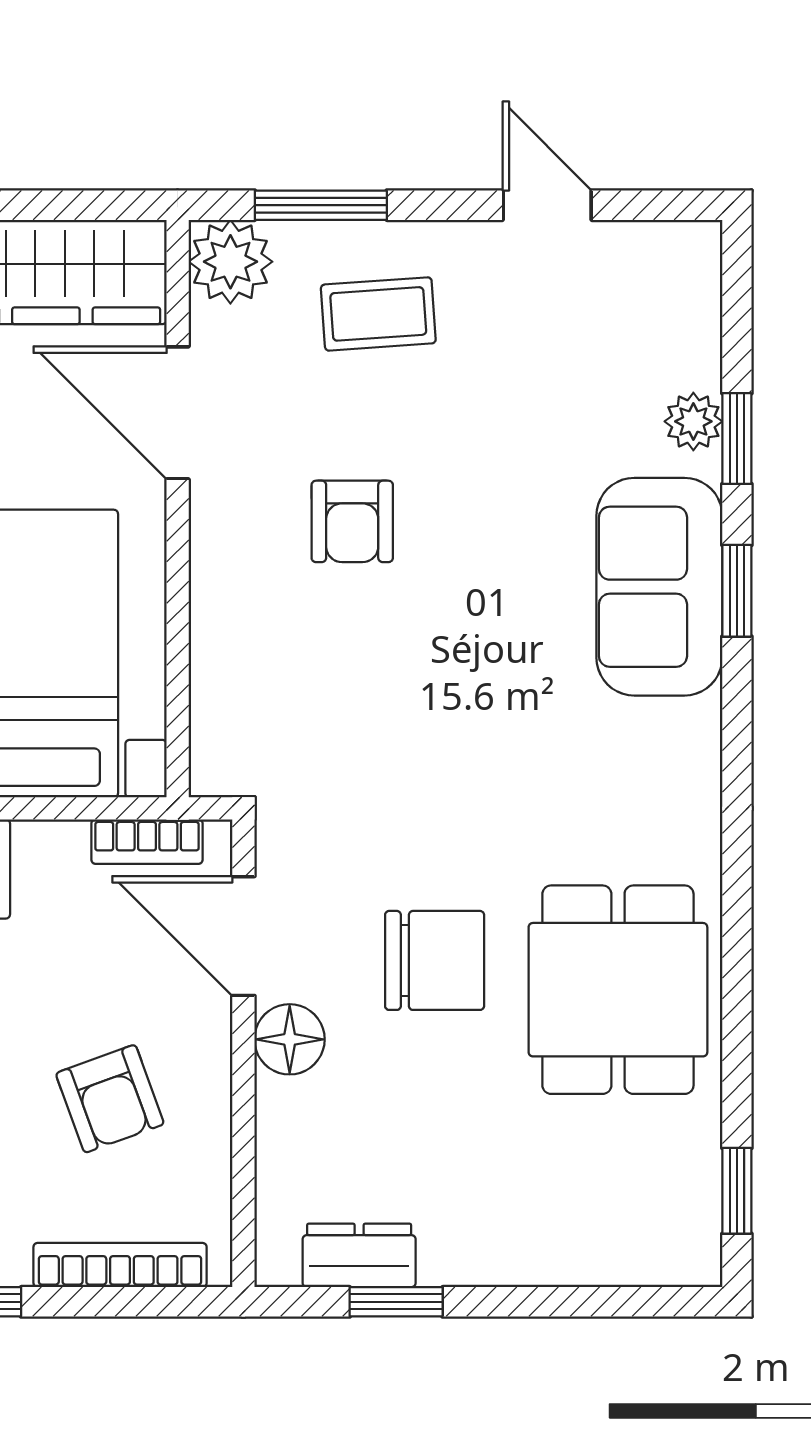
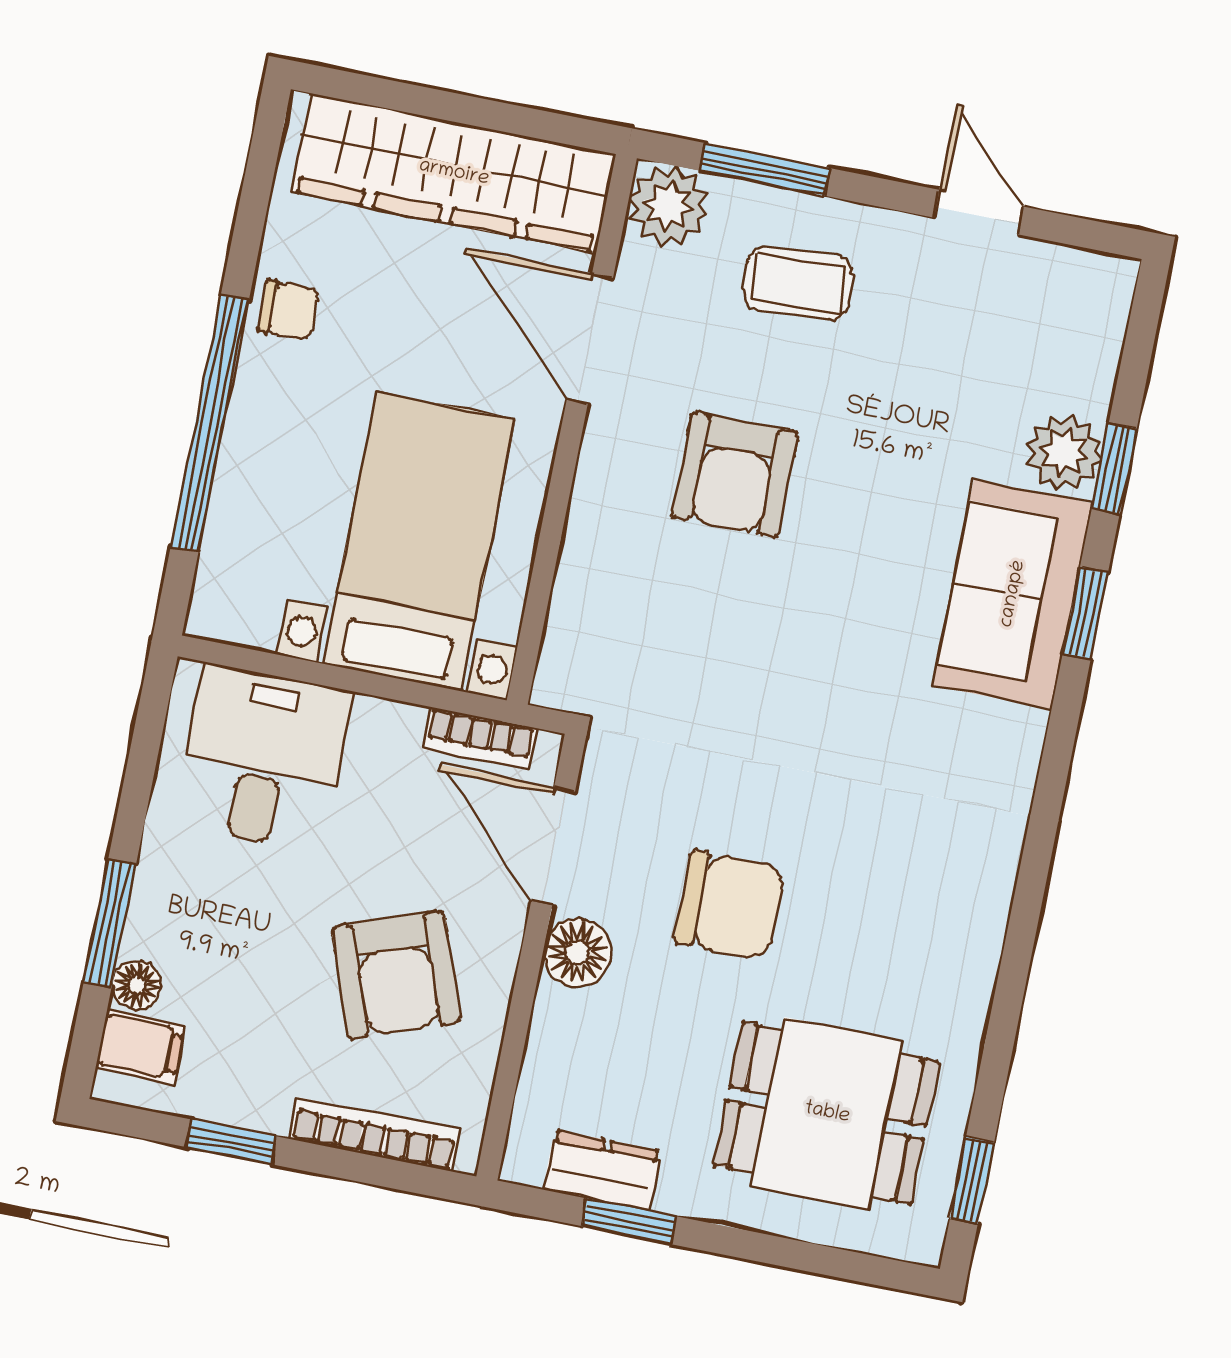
plant: (693, 421) -> (1064, 453), width x1.38, depth x1.38
armchair: (352, 521) -> (735, 474), width x1.38, depth x1.38
dining table: (618, 990) -> (827, 1113), moved, turned 90
armchair: (110, 1099) -> (396, 975), width x1.38, depth x1.38

